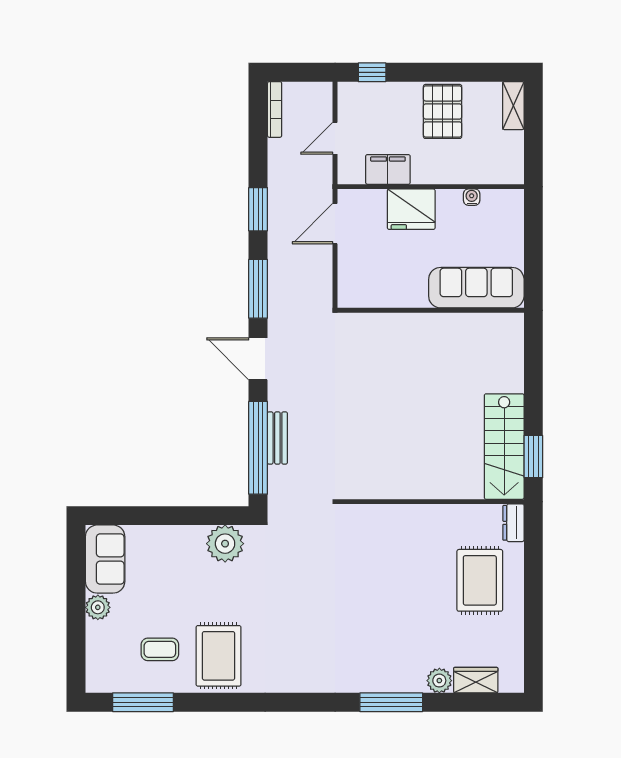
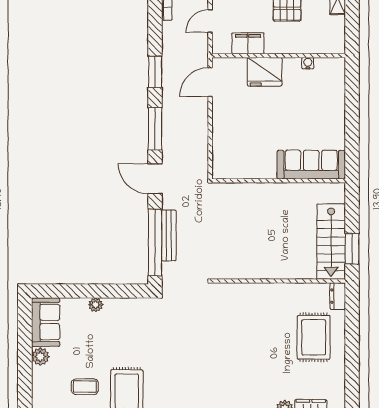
sofa: (476, 288) -> (311, 165), moved
wall: (431, 310) -> (279, 181), moved
bench: (277, 438) -> (169, 235), width x1.36
plant: (225, 544) -> (96, 305), moved, width x0.53, depth x0.53

